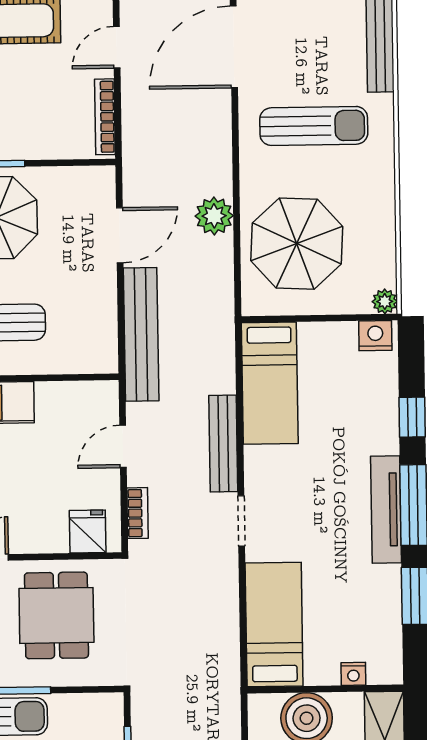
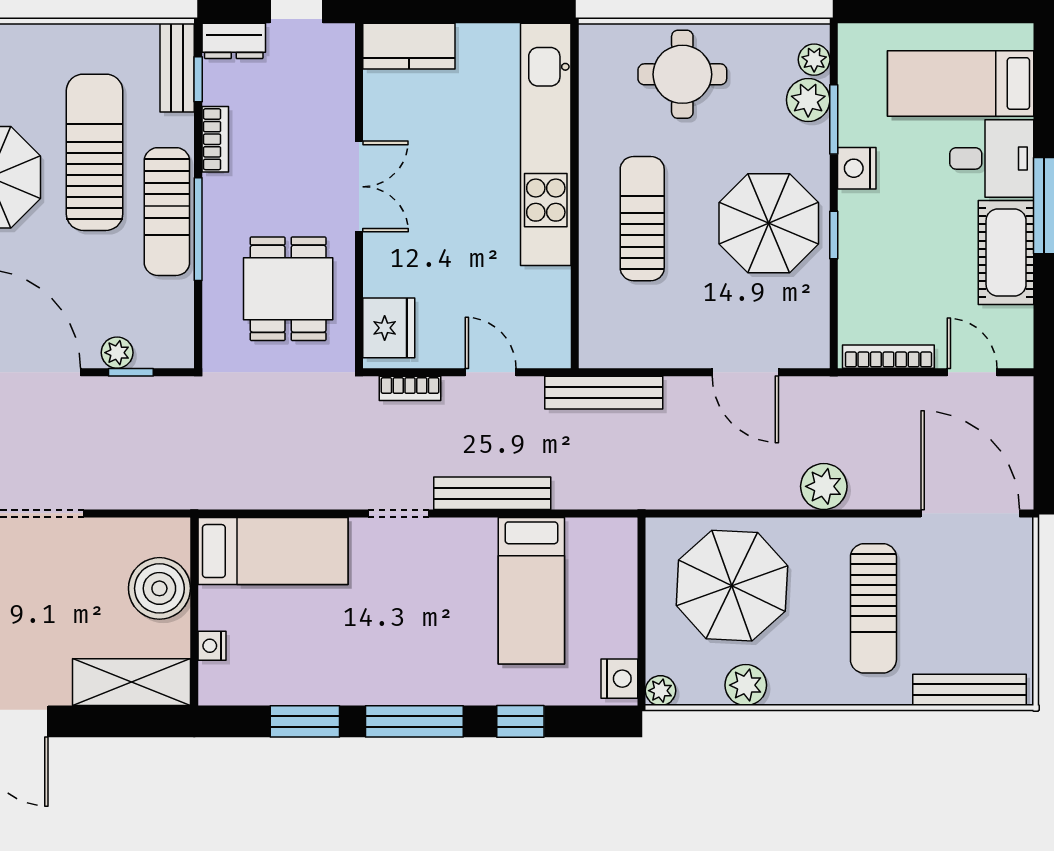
plant: (214, 216) -> (824, 486), moved
plant: (379, 231) -> (746, 685), added
bench: (141, 334) -> (604, 393), width x0.73, depth x0.82
bed: (270, 383) -> (531, 591), moved, turned -90
tv unit: (386, 509) -> (410, 688), removed
fridge: (88, 531) -> (389, 328), width x1.38
dining table: (56, 615) -> (288, 289), turned 90

